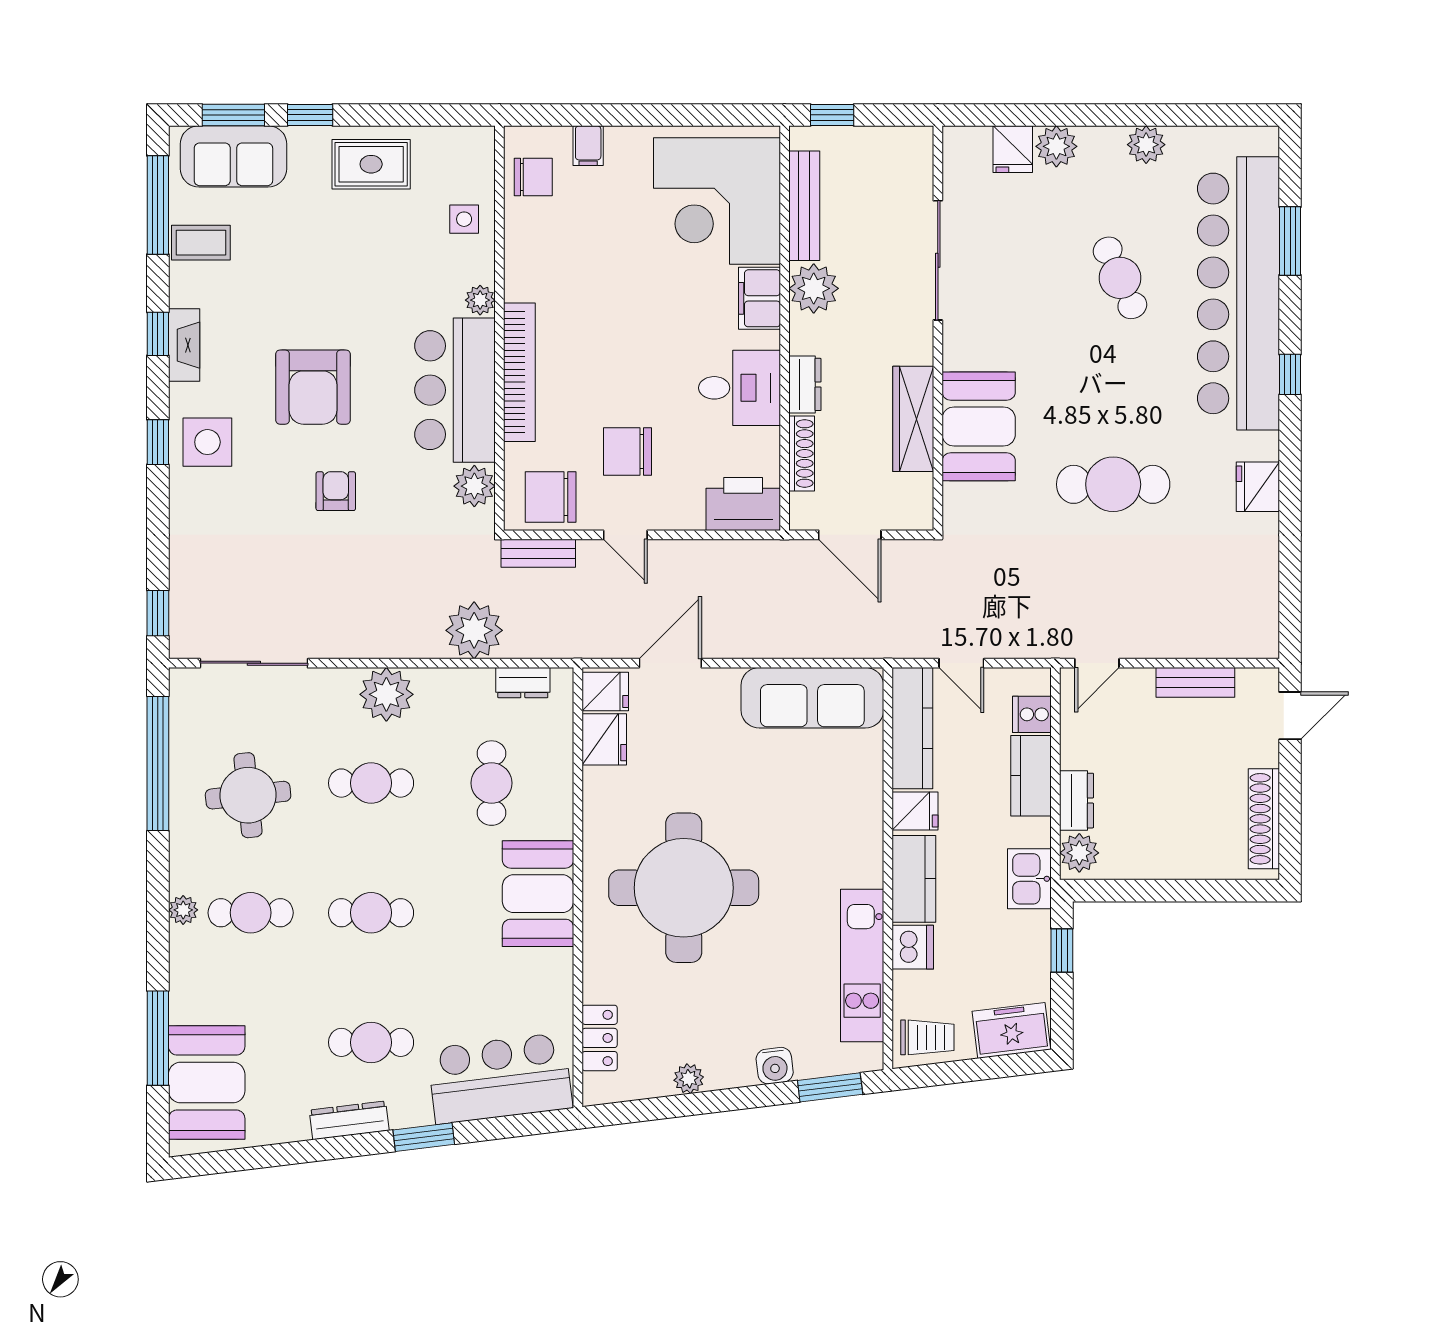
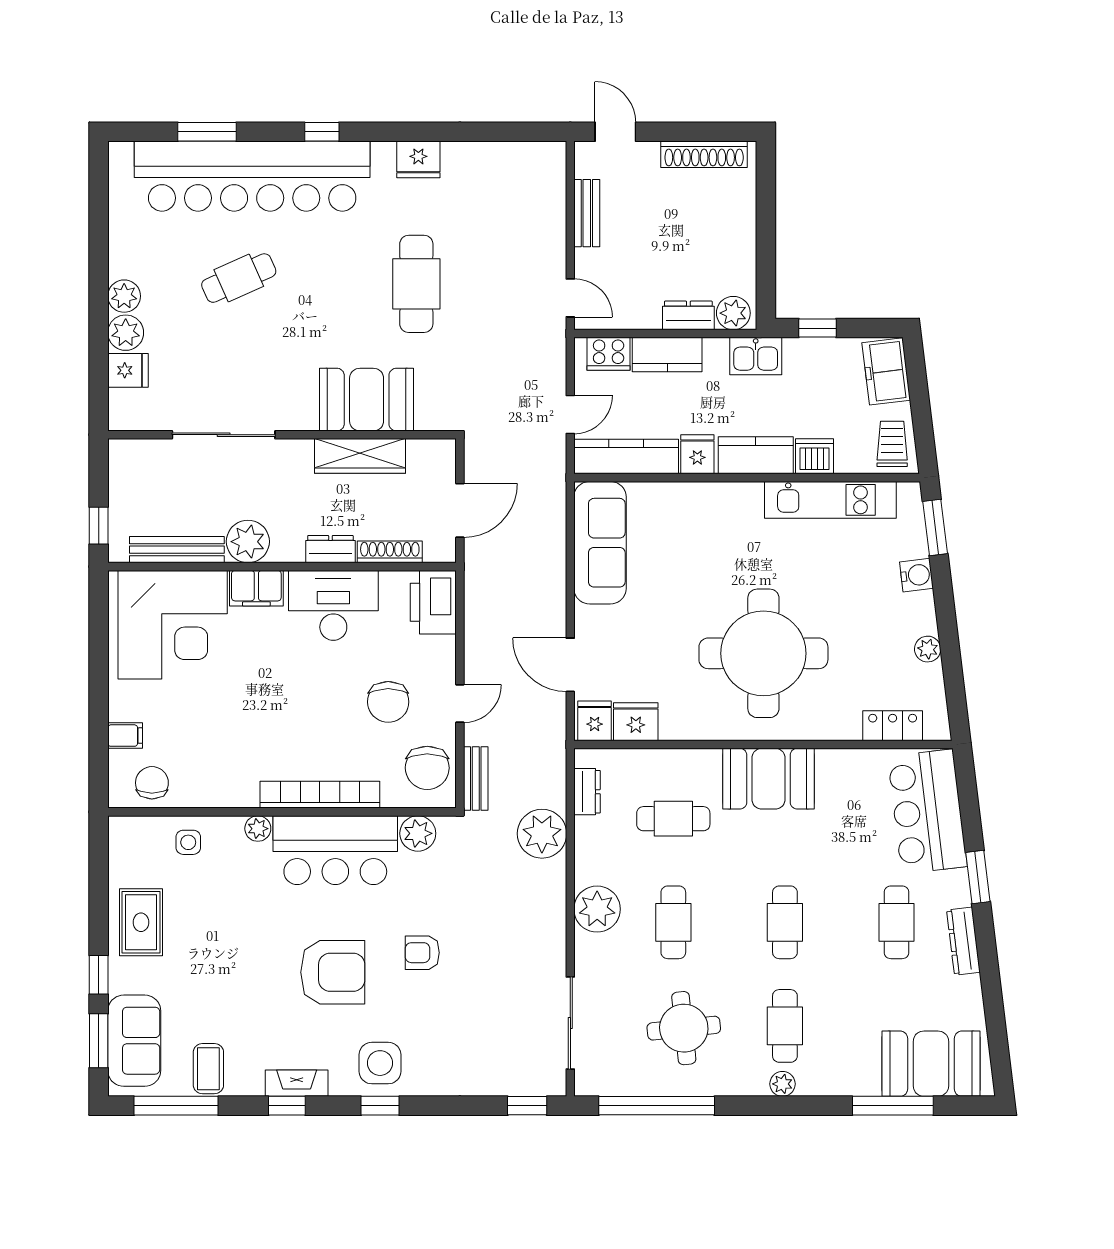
plant: (1146, 145) -> (124, 296), moved
desk: (739, 388) -> (333, 605), width x1.37
cooker: (1032, 714) -> (609, 354), width x1.36

